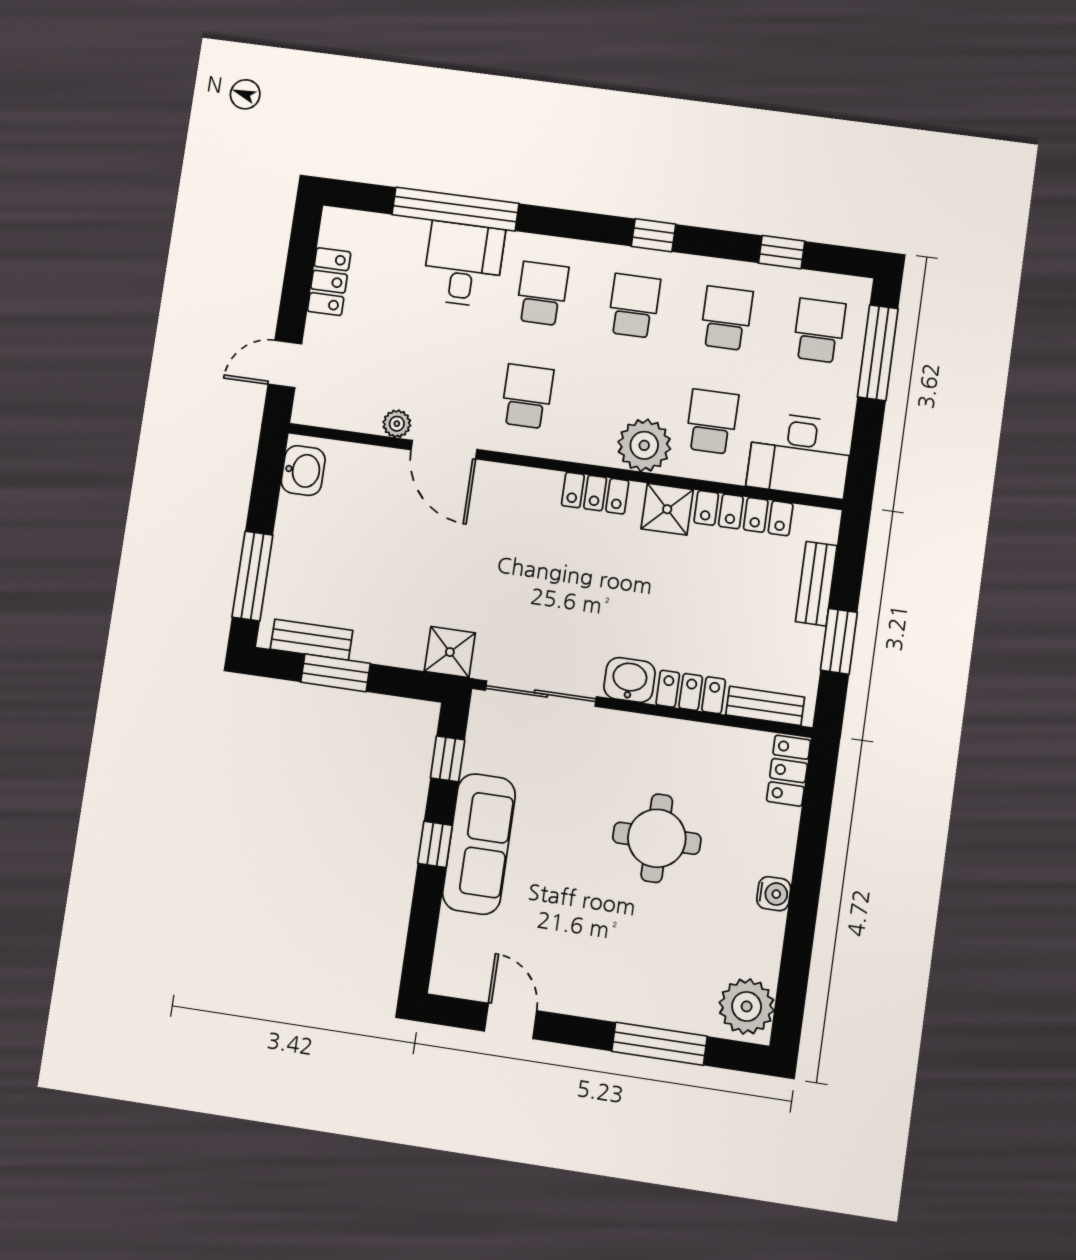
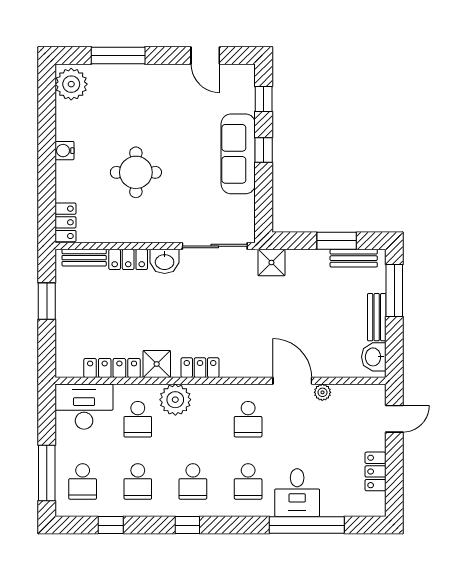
bench: (816, 584) -> (377, 317), moved
window: (448, 759) -> (264, 99), moved

